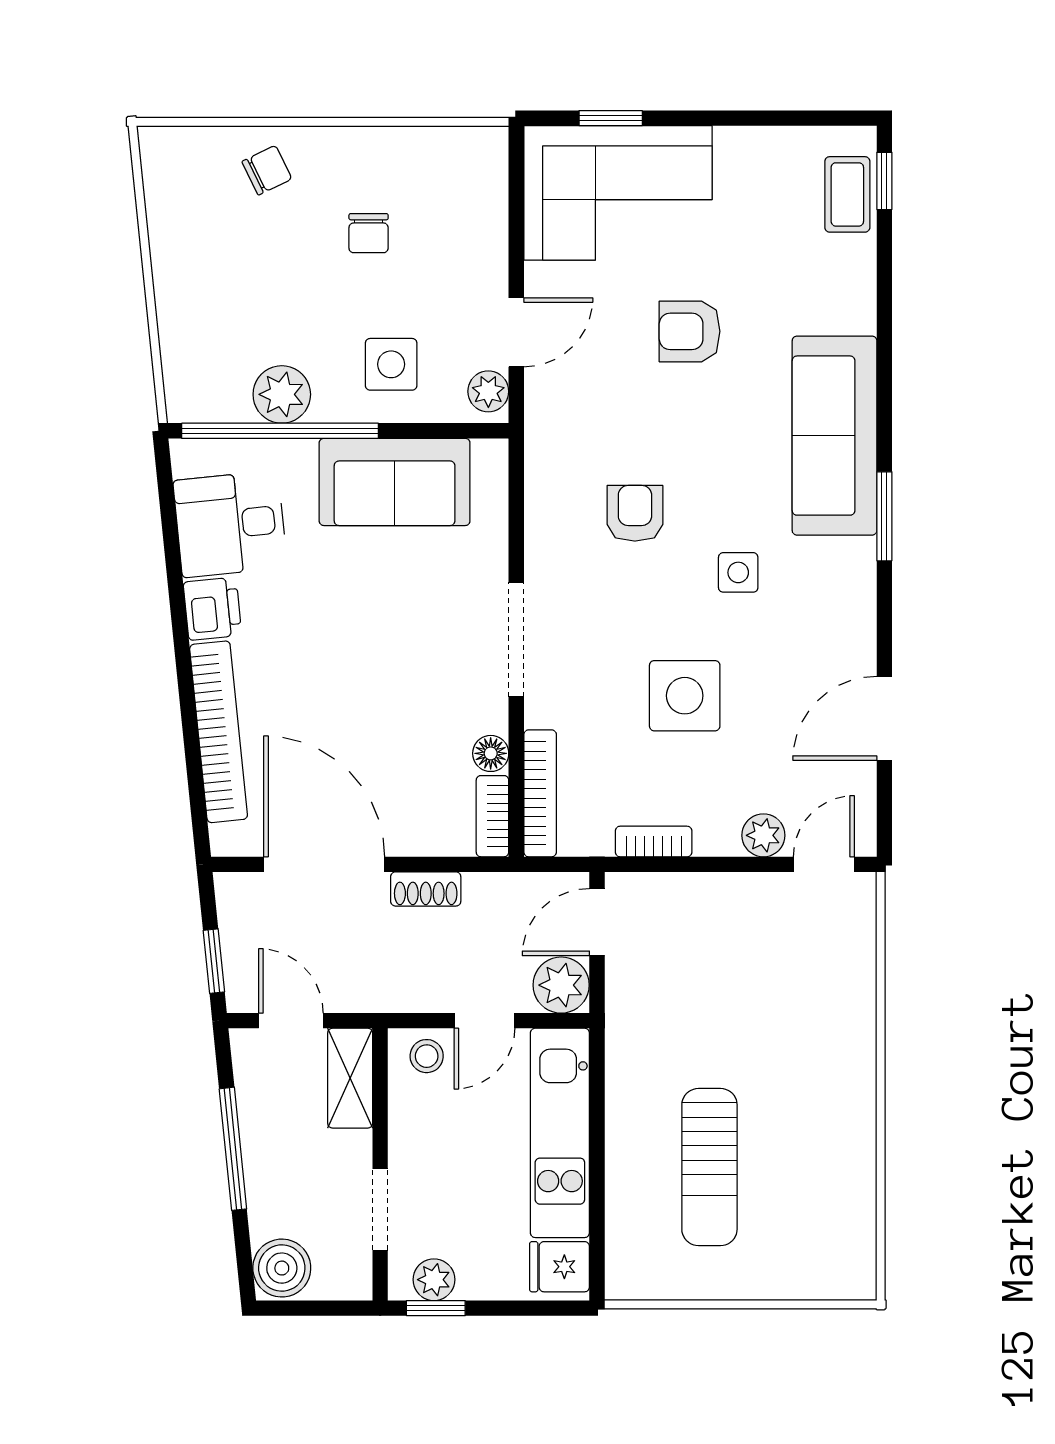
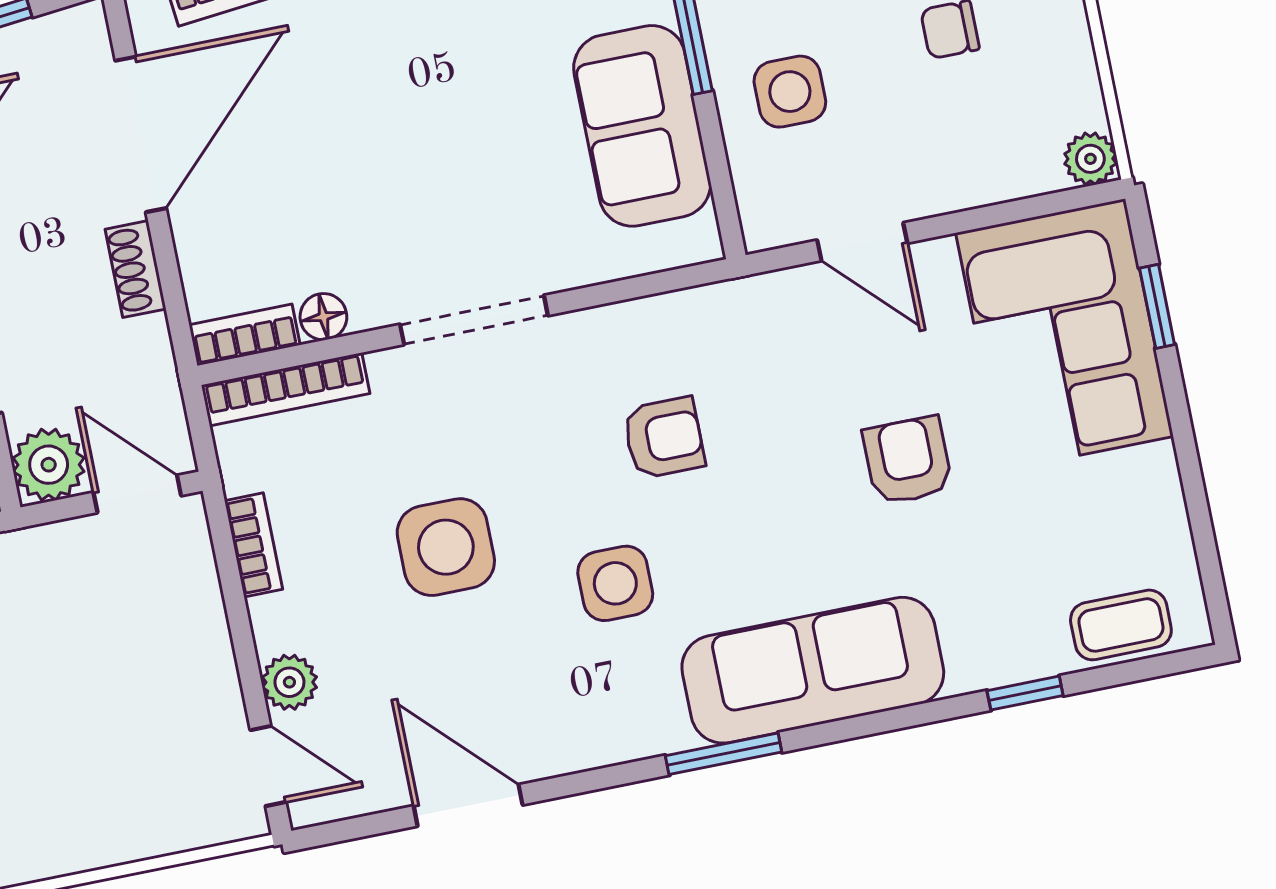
window: (884, 181) -> (1025, 693), moved
plant: (488, 391) -> (1090, 159), moved
side table: (738, 572) -> (615, 583), width x1.37, depth x1.37

